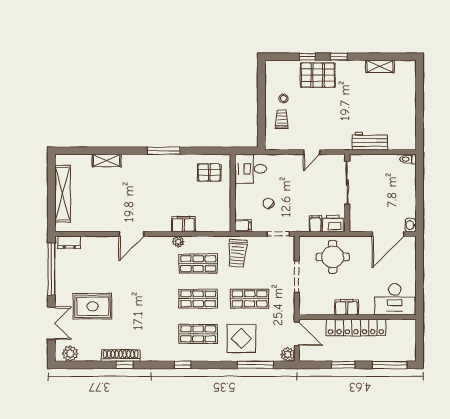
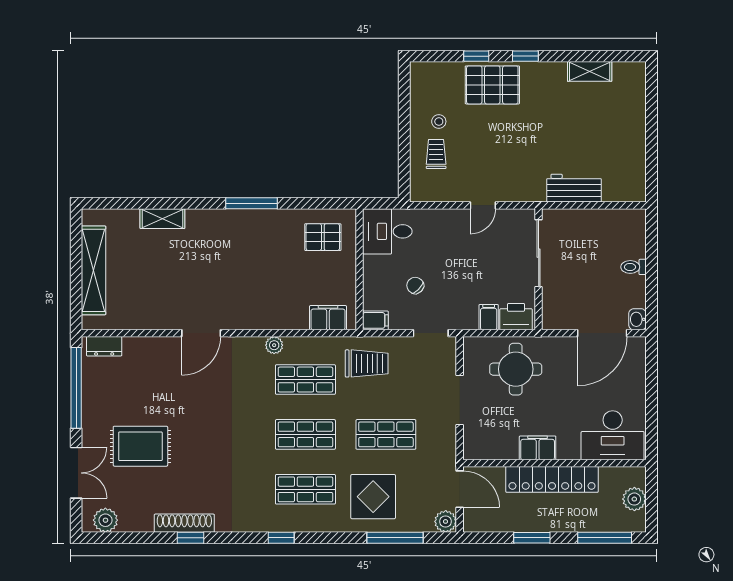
toilet: (408, 159) -> (634, 267), moved
filing cabinet: (183, 224) -> (328, 318), moved
trolley: (237, 253) -> (367, 363), turned -94
plant: (409, 340) -> (634, 499), added

